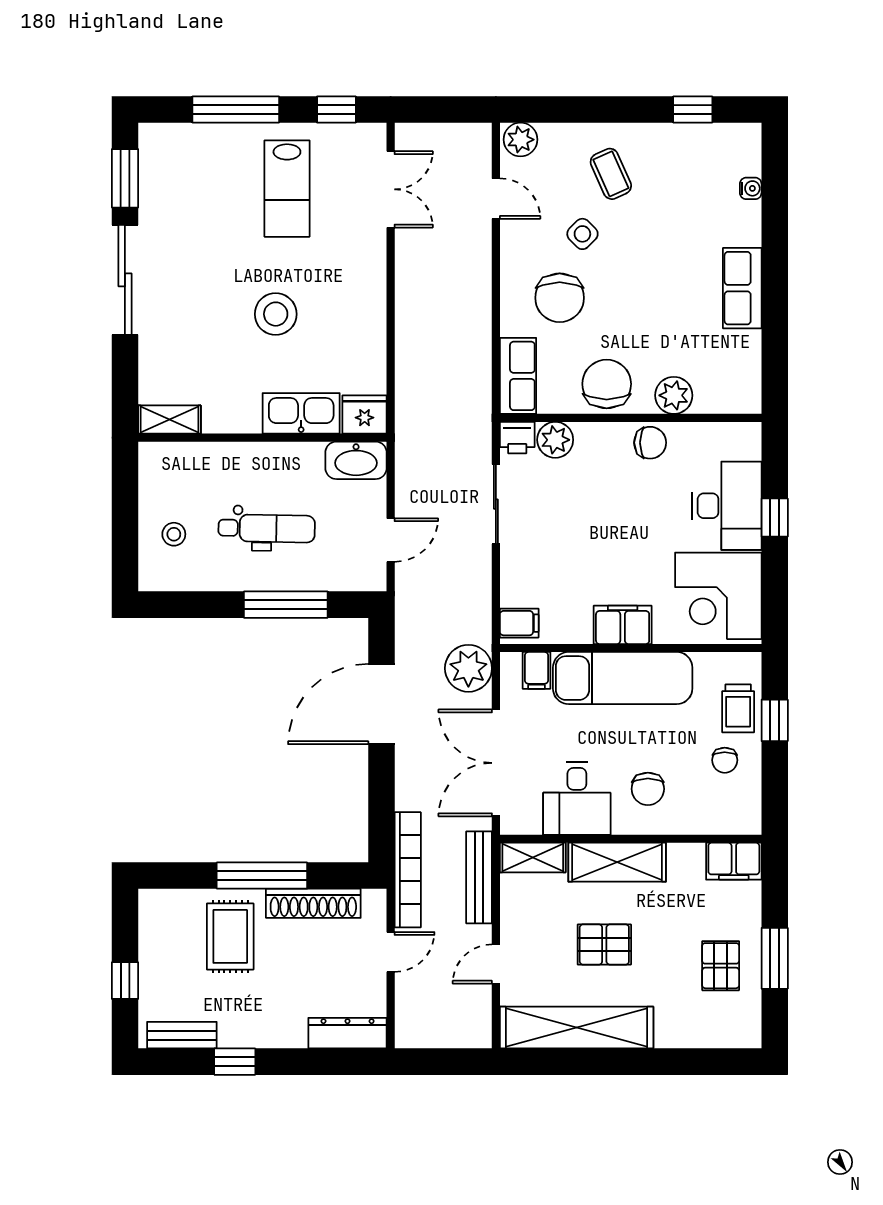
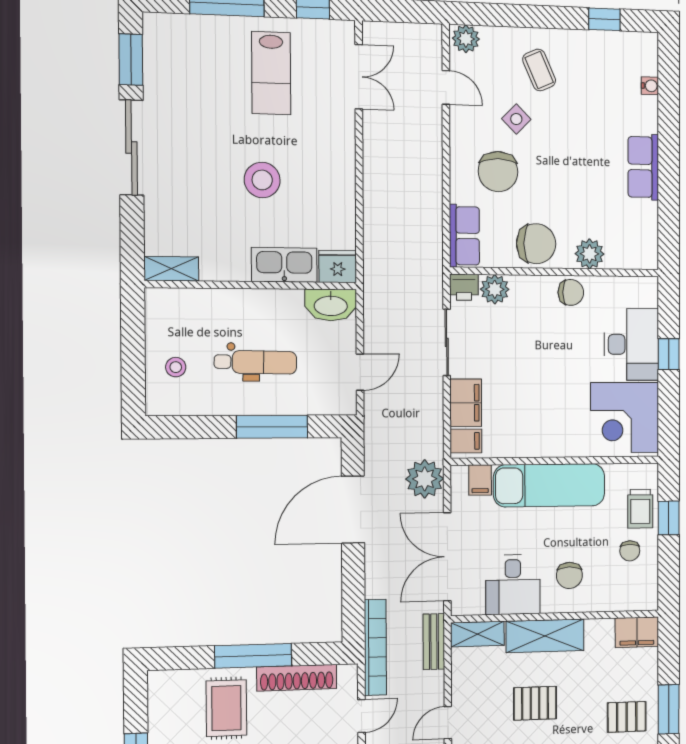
chair: (607, 384) -> (536, 244), turned 90
filing cabinet: (623, 625) -> (466, 403), moved, turned 90
bench: (479, 877) -> (434, 642), width x0.73
pallet: (721, 966) -> (627, 717), turned 90

